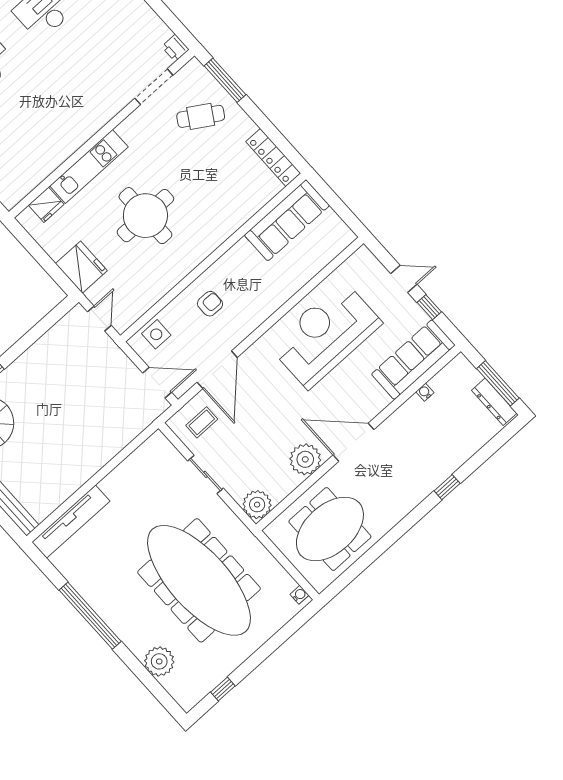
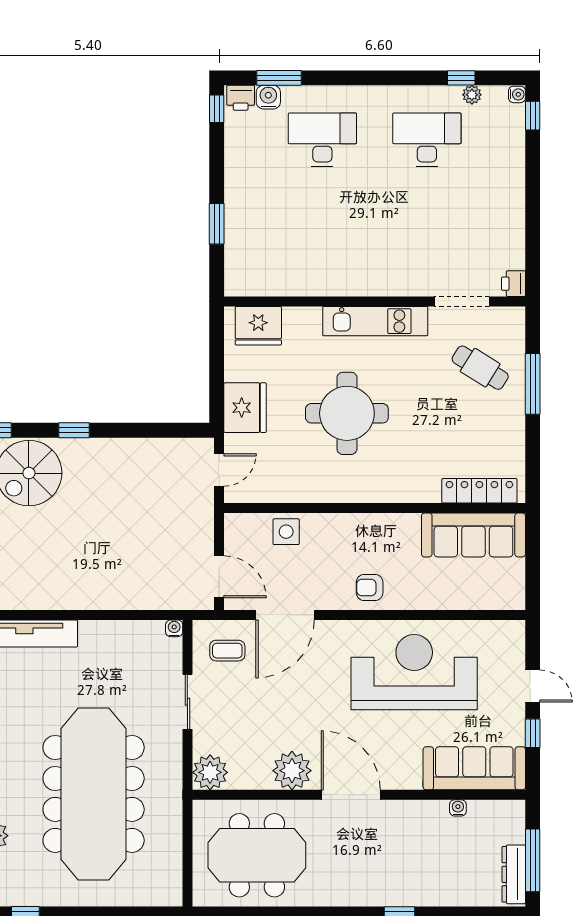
window: (225, 80) -> (533, 384), moved
locker: (273, 157) -> (479, 491), moved, turned 90
kitchen unit: (89, 166) -> (375, 321), moved
fridge: (46, 205) -> (258, 326), width x1.36, depth x1.34
armchair: (210, 304) -> (370, 587), moved, turned 180
side table: (156, 334) -> (286, 532), moved
water cooler: (299, 595) -> (174, 628), moved, turned -90

